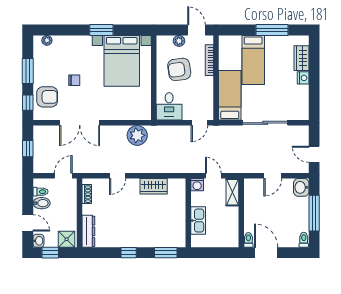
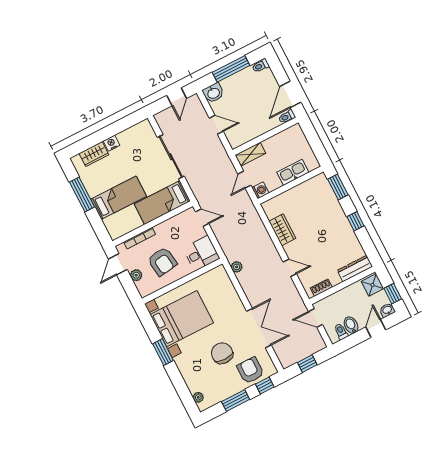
chair: (74, 80) -> (222, 353), width x1.87, depth x1.87
plant: (137, 135) -> (237, 267), width x0.53, depth x0.53

